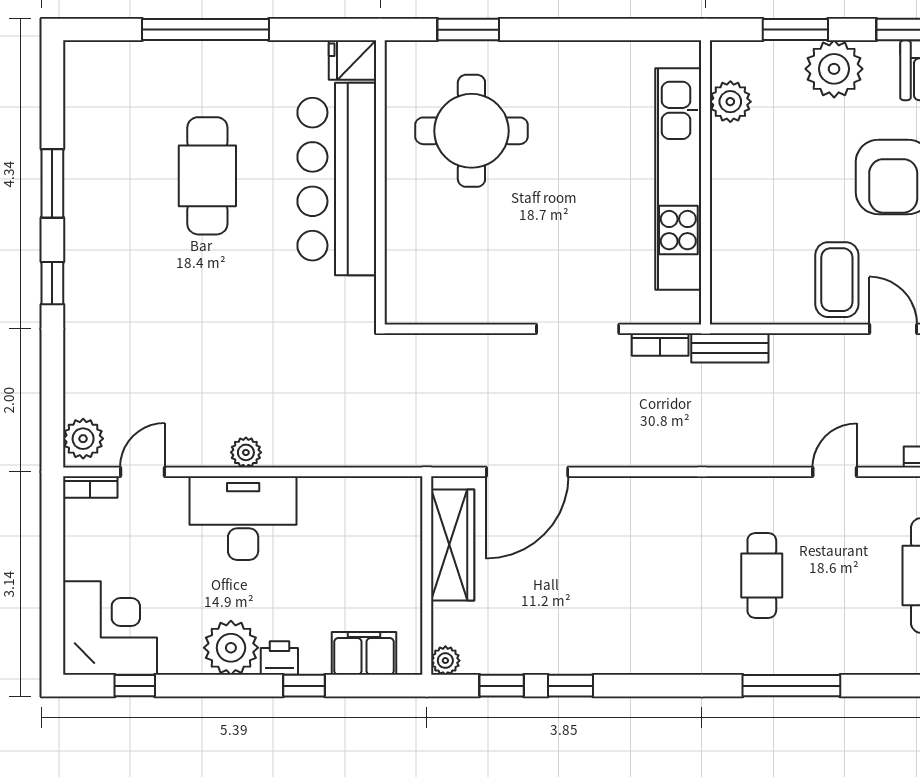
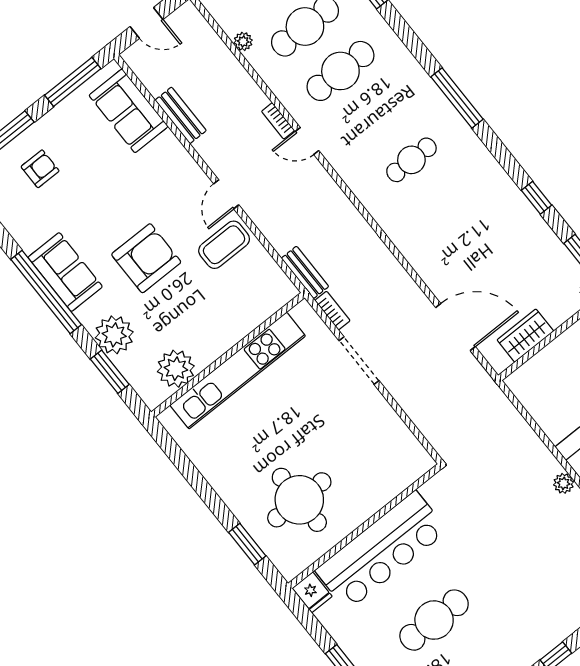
plant: (730, 102) -> (176, 369), width x1.36, depth x1.36
door: (835, 472) -> (307, 141), moved
wardrobe: (453, 545) -> (525, 336), width x0.67
window: (571, 686) -> (537, 198), moved

